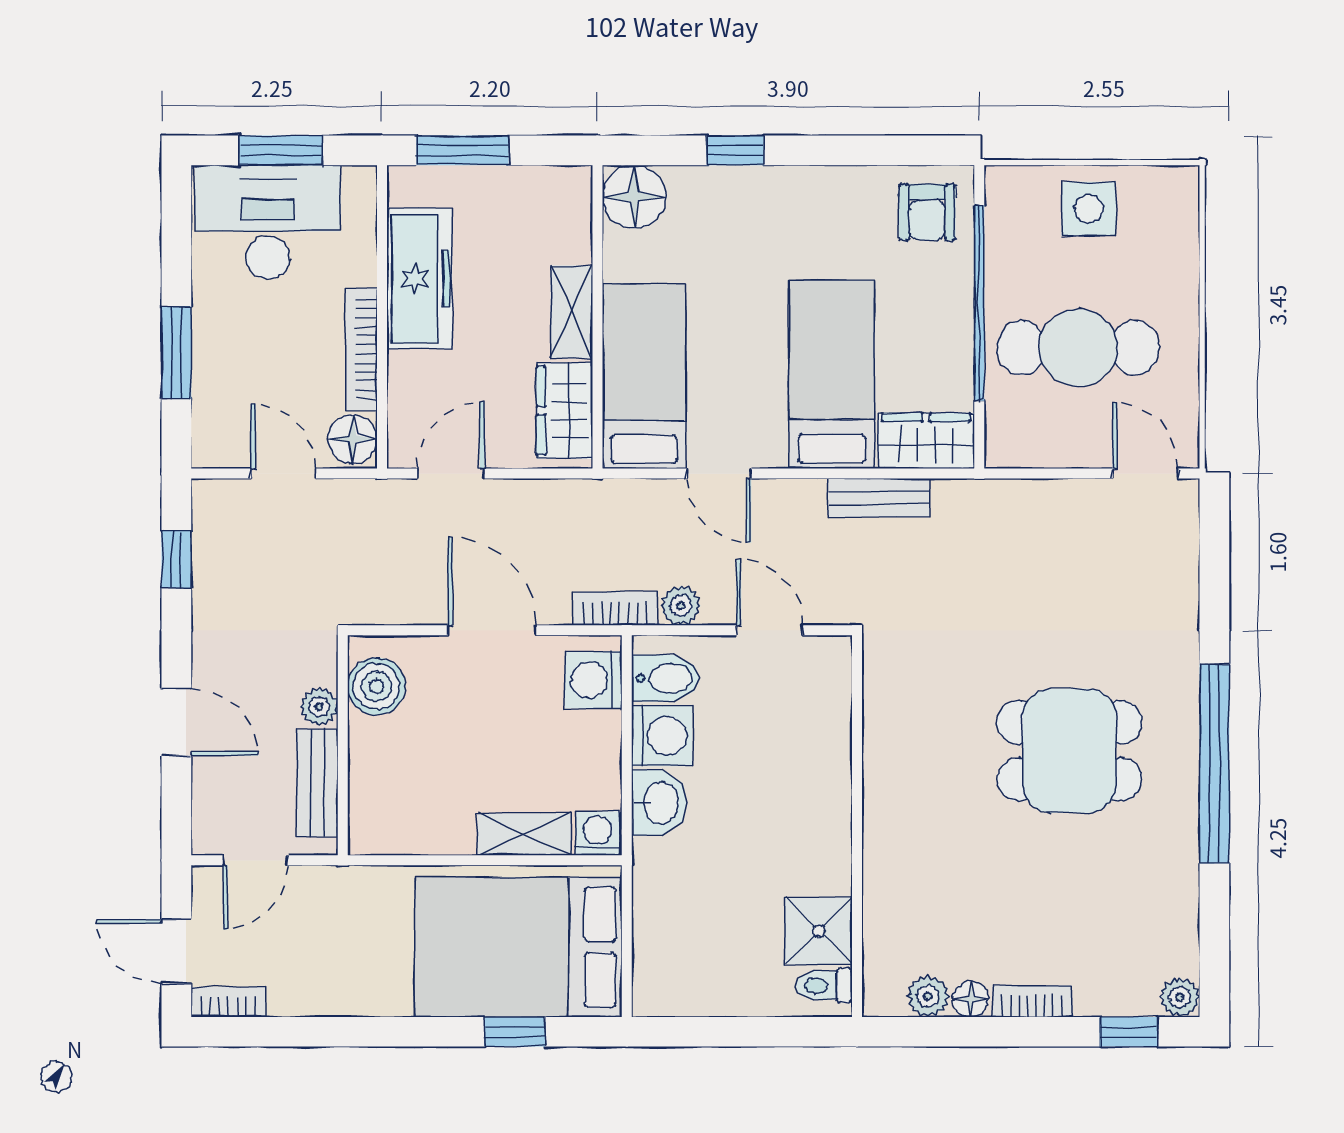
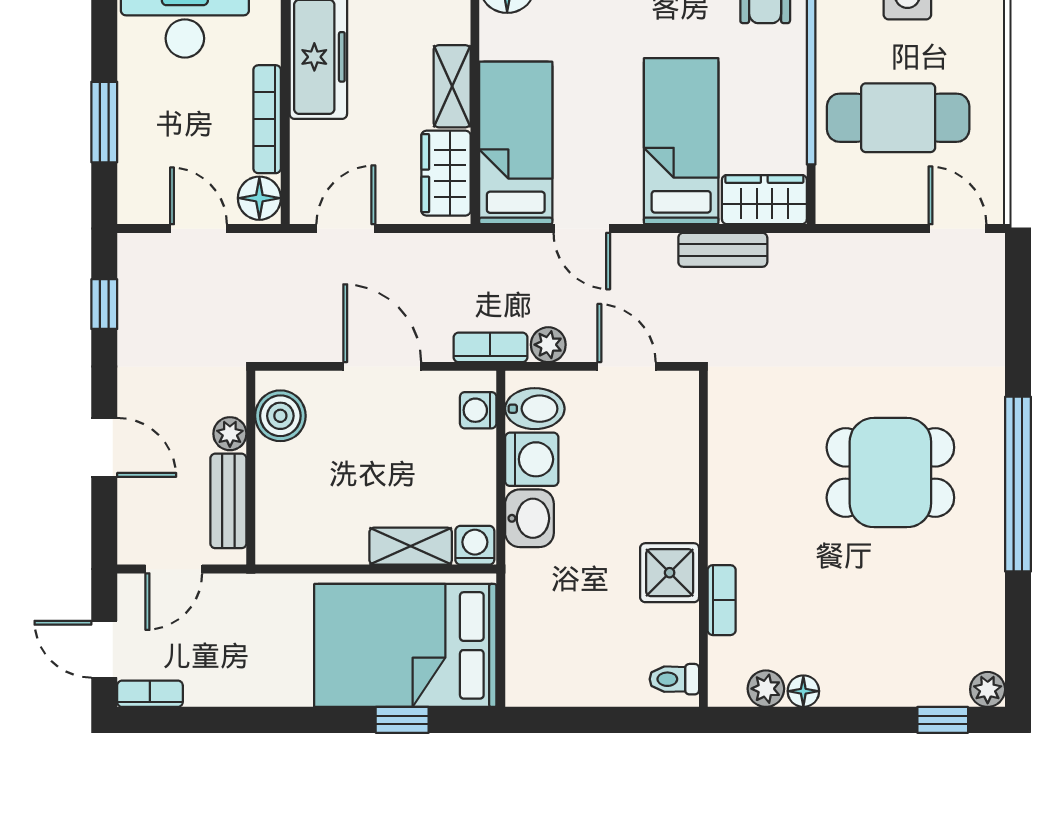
washing machine: (593, 680) -> (478, 410), width x0.73, depth x0.73
shower: (819, 931) -> (670, 573), moved
bookcase: (1032, 1001) -> (722, 600), moved, turned 90

